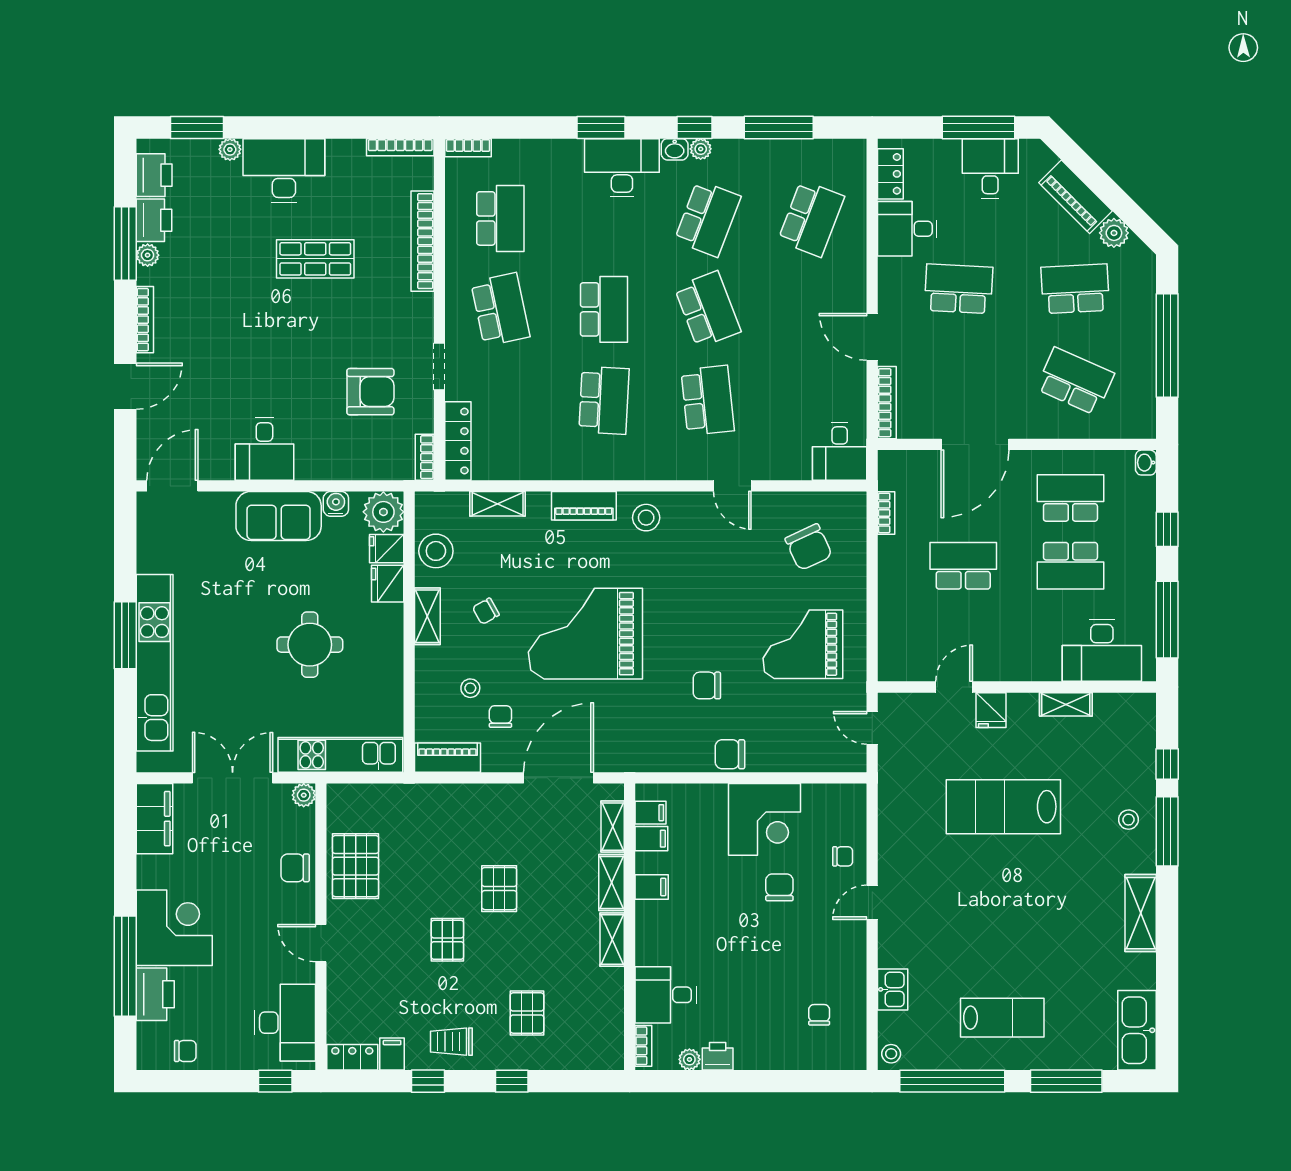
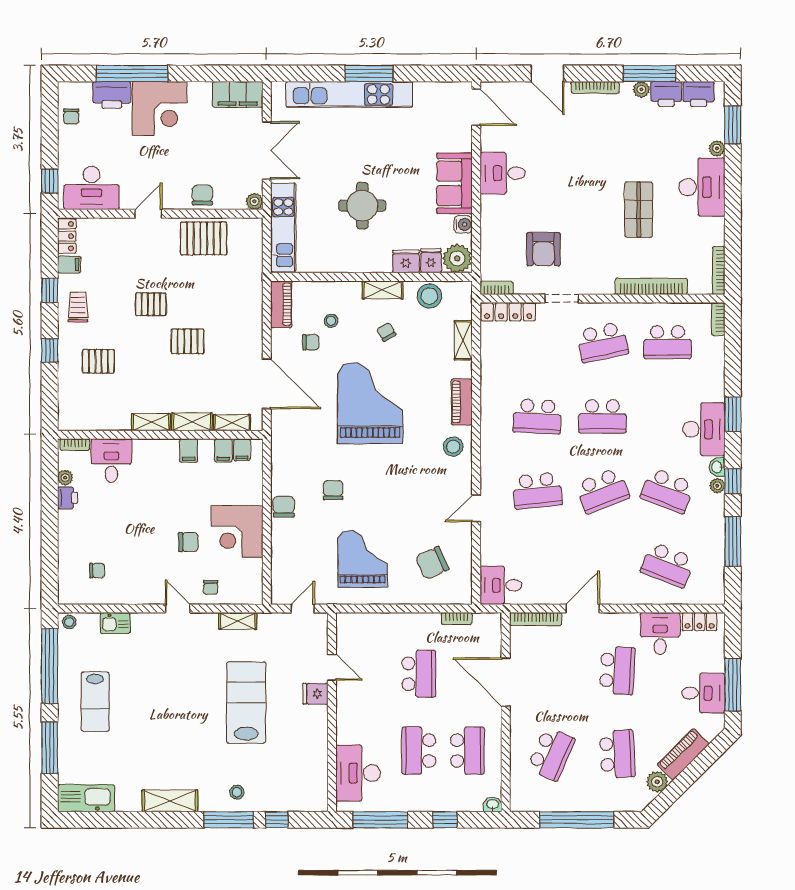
shelving: (1066, 704) -> (238, 621), moved, turned 90

